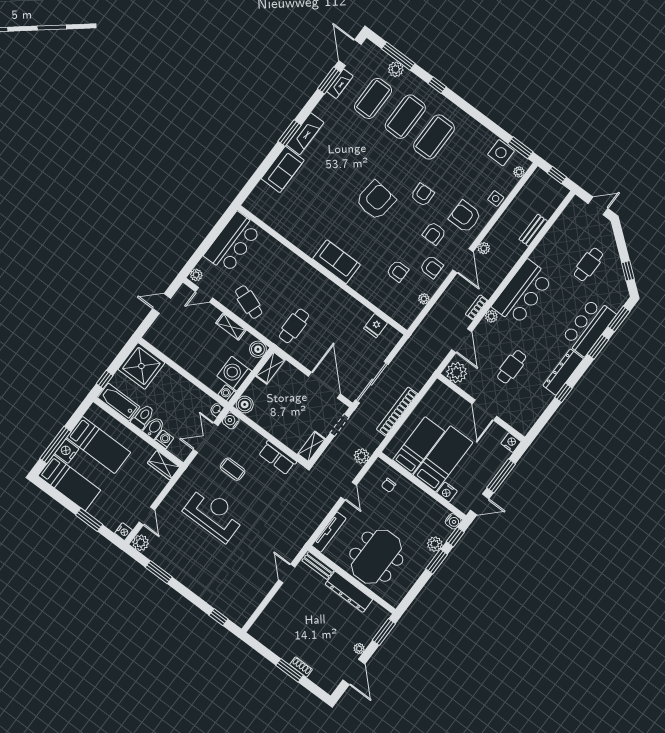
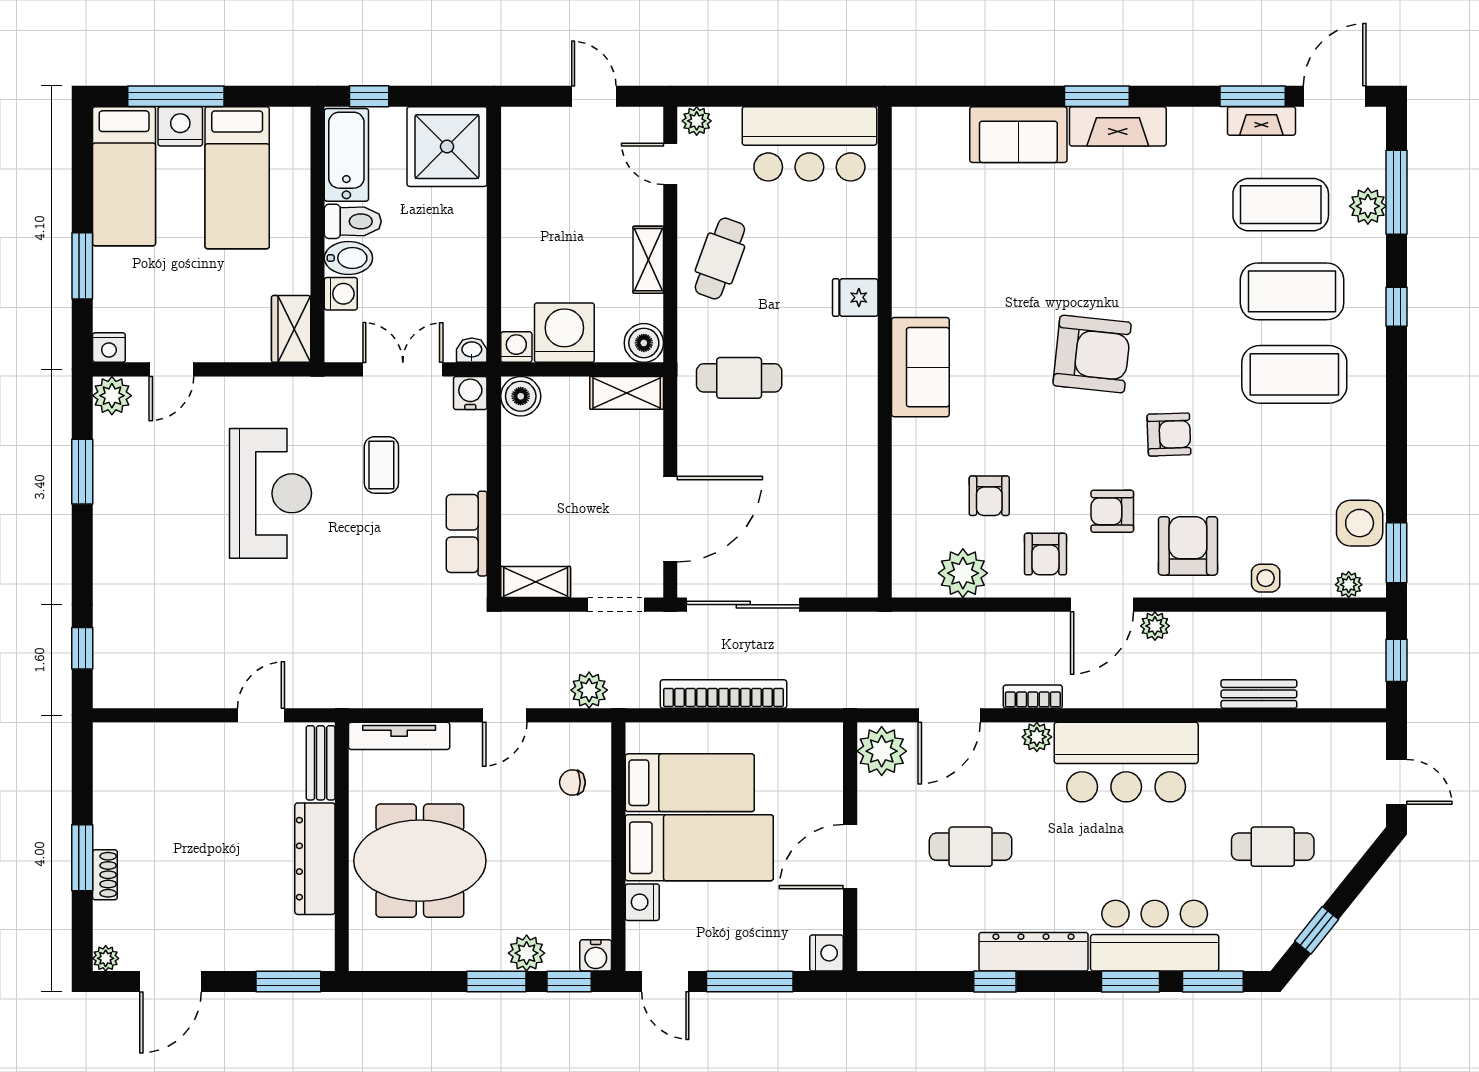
plant: (424, 299) -> (963, 573), width x1.87, depth x1.87
fridge: (376, 326) -> (855, 297), moved
plant: (359, 649) -> (106, 958), moved

